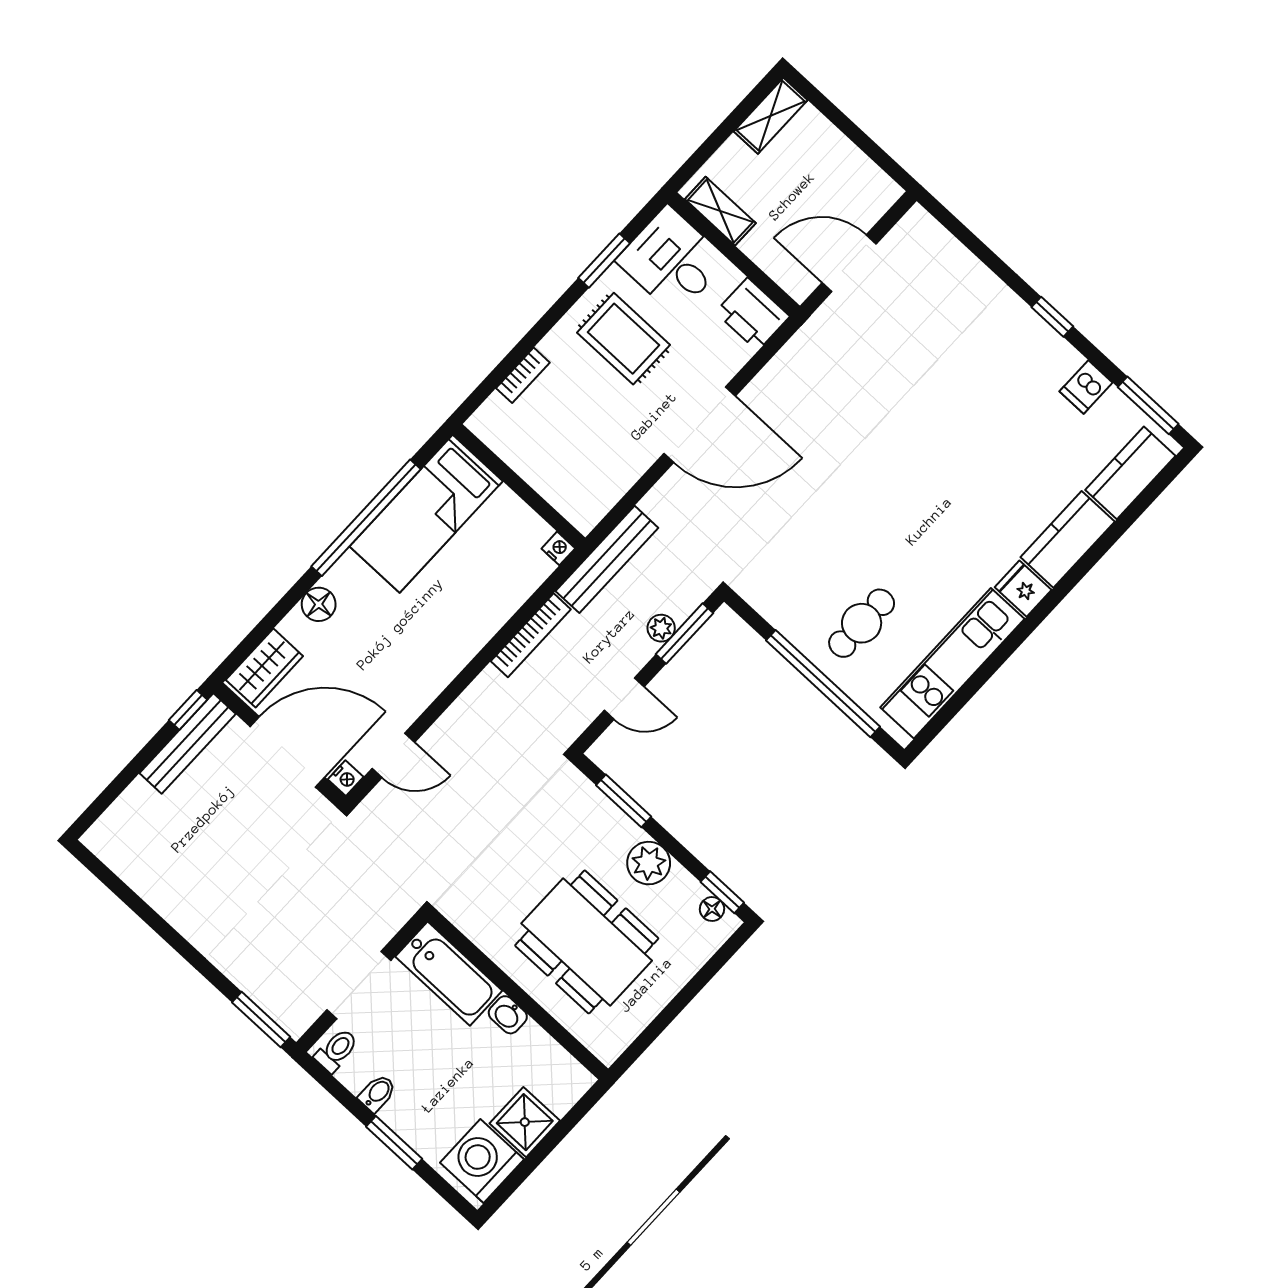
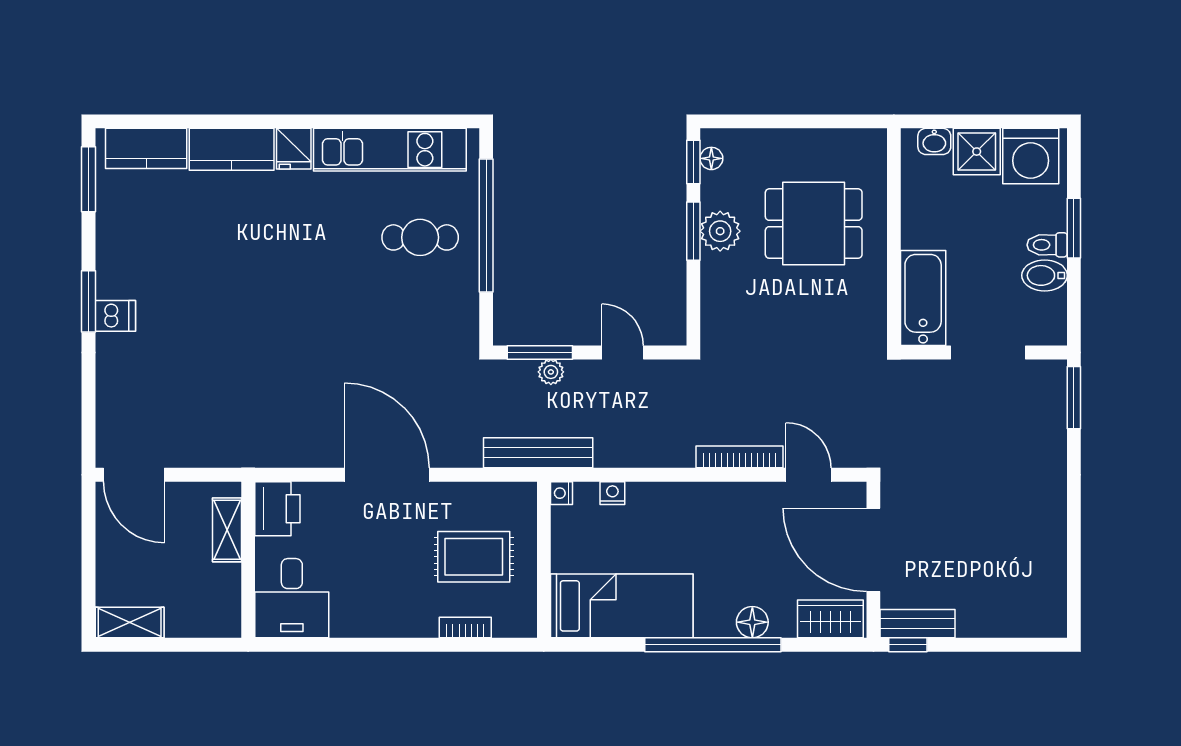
shelving: (720, 211) -> (227, 530), moved
window: (604, 261) -> (335, 645), removed
door: (849, 263) -> (134, 475), moved
window: (1052, 317) -> (88, 301), width x1.50
rug: (623, 339) -> (474, 557), moved, turned 90
dishwasher: (1086, 387) -> (115, 316), moved
window: (366, 518) -> (713, 645), moved
bookcase: (531, 635) -> (740, 457), moved
bench: (188, 744) -> (918, 624), width x0.73
nightstand: (346, 778) -> (612, 493), moved
window: (624, 801) -> (693, 231), moved
dining table: (587, 942) -> (814, 224), width x0.73
washbasin: (508, 1015) -> (934, 141), moved, turned 90
toilet: (336, 1050) -> (1047, 245), moved
bidet: (377, 1093) -> (1045, 275), width x1.38, depth x1.36

